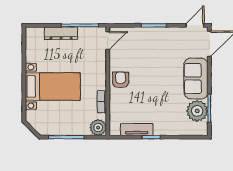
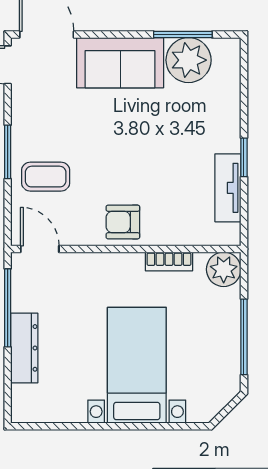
coffee table: (142, 43) -> (46, 177), added

